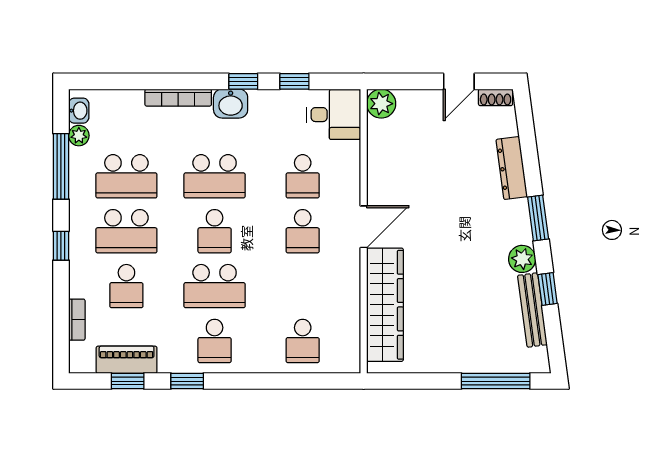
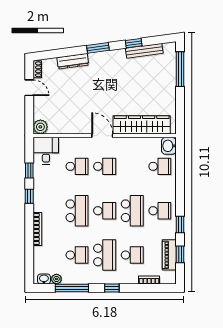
washbasin: (231, 104) -> (169, 146), moved, turned 180
school desk: (126, 176) -> (77, 255), width x0.54
plant: (522, 259) -> (119, 56), removed

